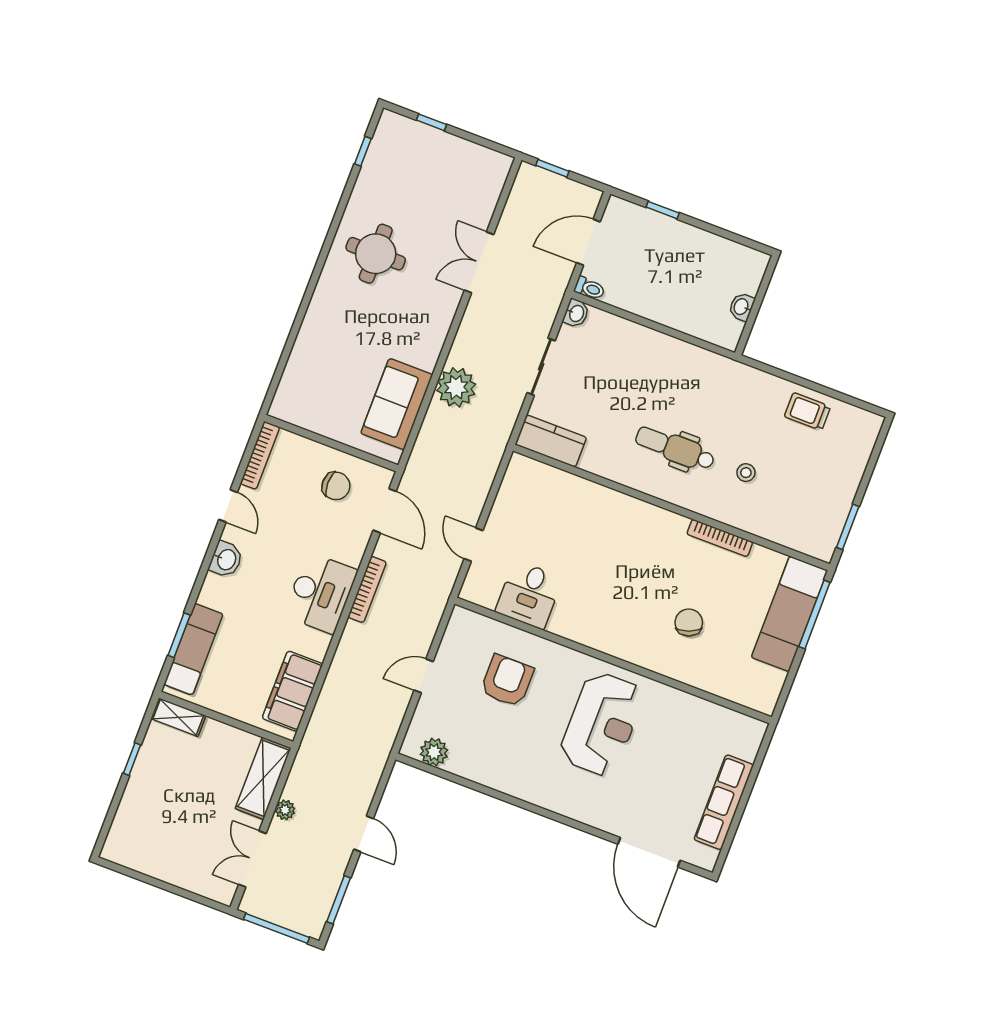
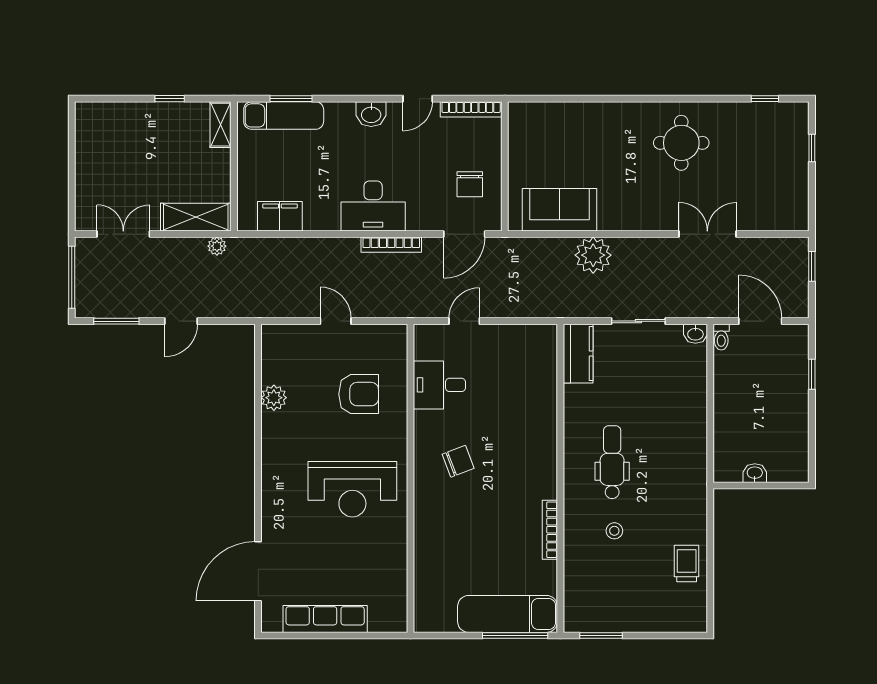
chair: (689, 623) -> (458, 461), moved
filing cabinet: (292, 691) -> (280, 216), width x0.67, depth x0.86
plant: (434, 752) -> (274, 398), moved
plant: (285, 810) -> (217, 246), moved

